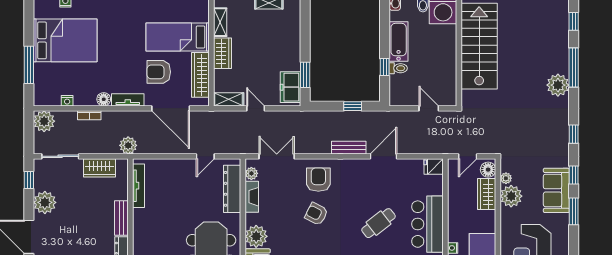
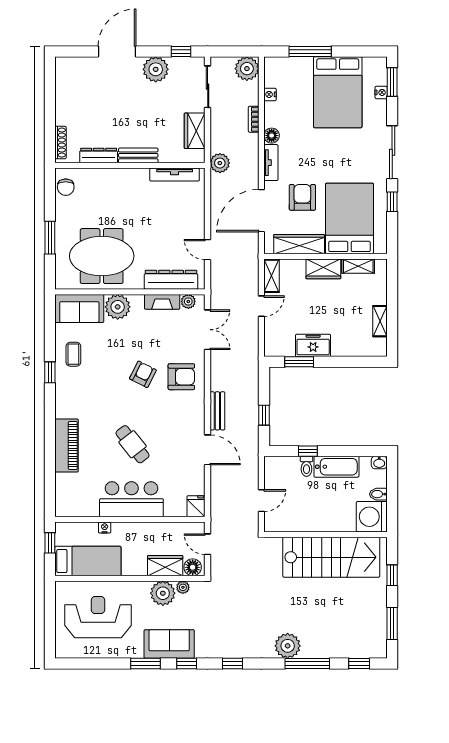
bed: (178, 37) -> (349, 218), width x1.50
freezer: (291, 87) -> (313, 345), moved

